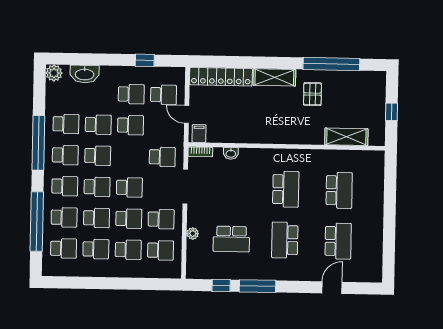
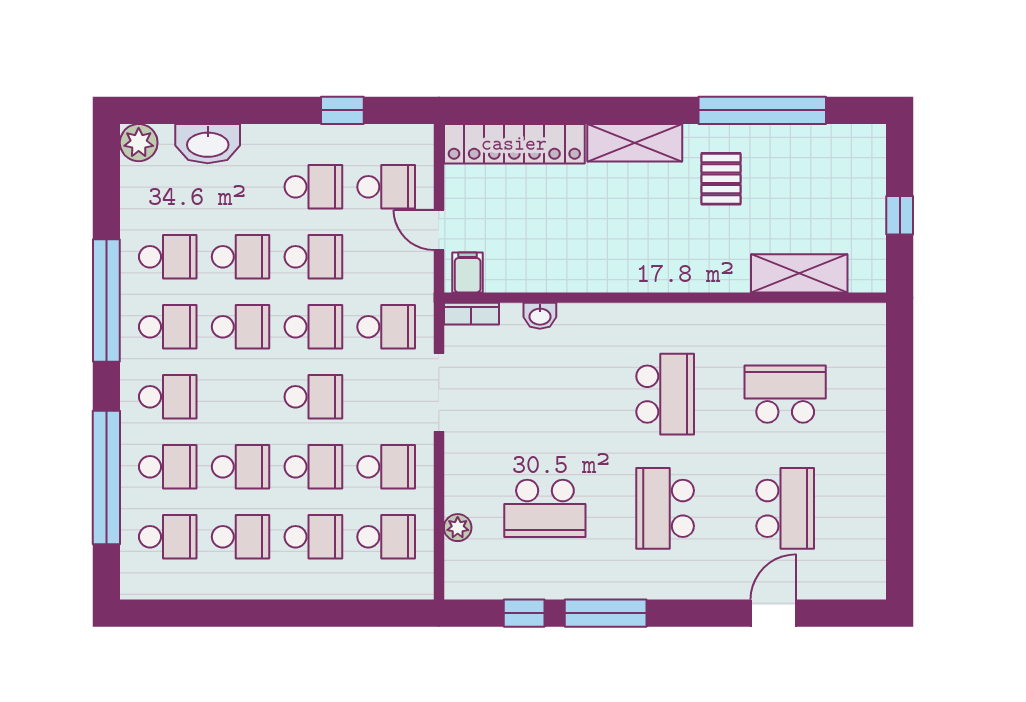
school desk: (97, 187) -> (313, 327), moved
school desk: (339, 190) -> (785, 394), turned -90
plant: (193, 234) -> (458, 528), moved

